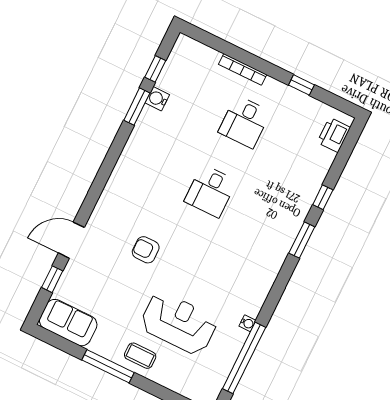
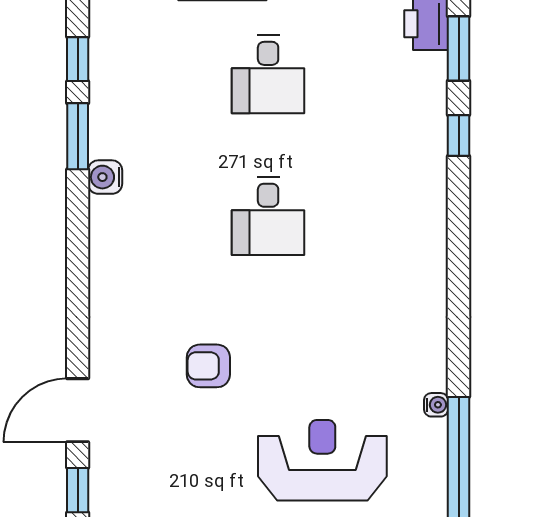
water cooler: (157, 99) -> (105, 177), moved
window: (302, 240) -> (459, 48), moved

